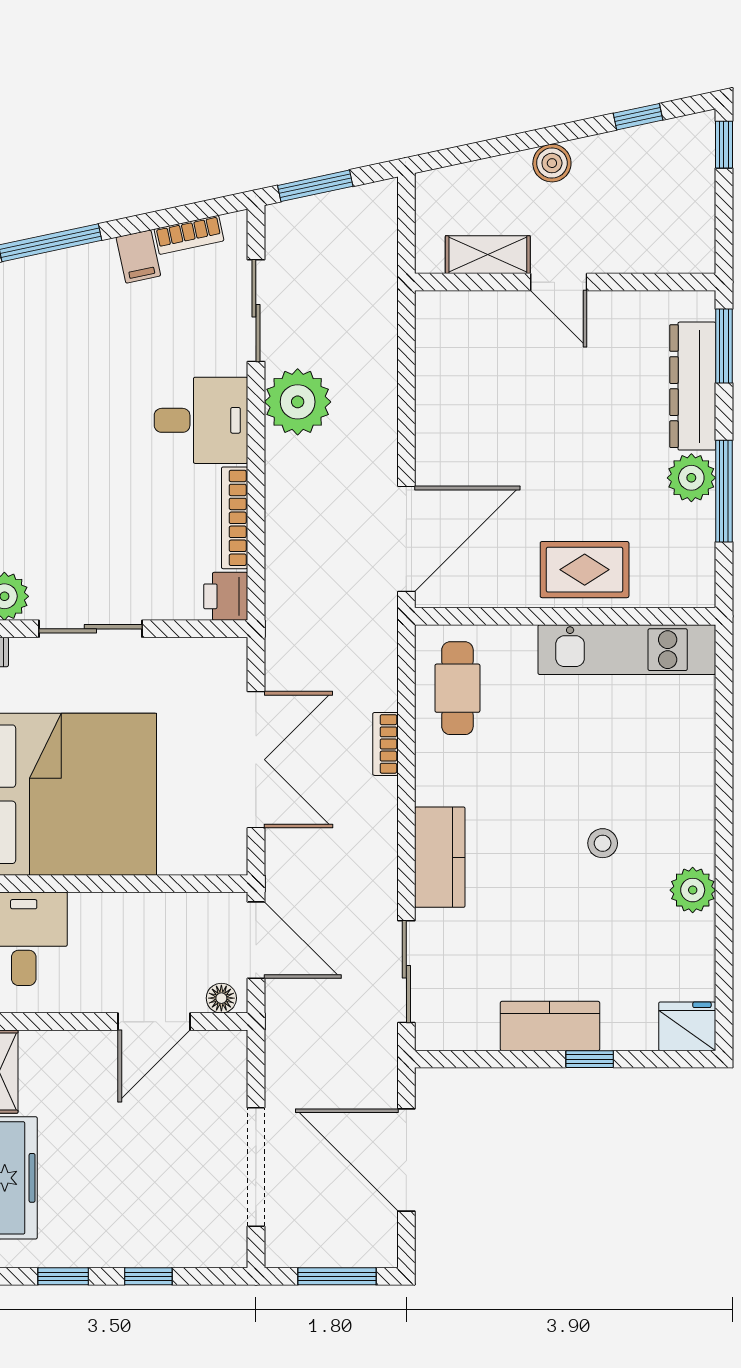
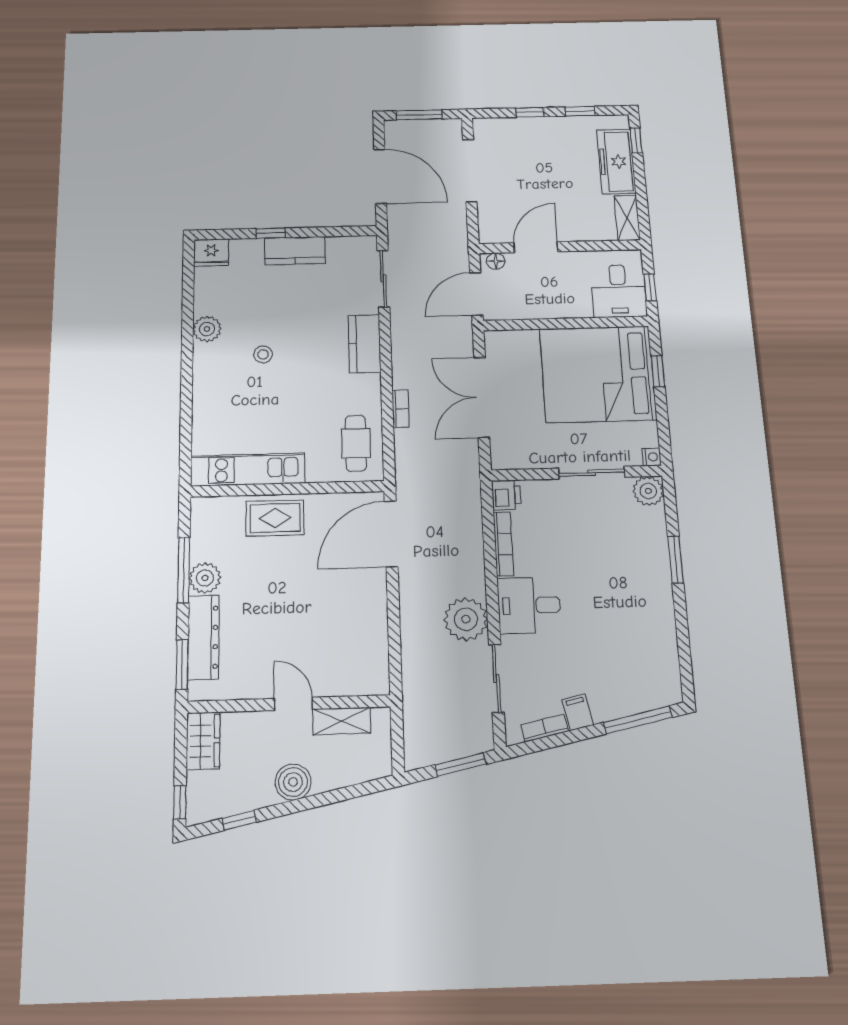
boiler: (552, 163) -> (293, 782), width x1.36, depth x1.36
wardrobe: (691, 232) -> (203, 741), added
door: (256, 940) -> (476, 294), hinge flipped

